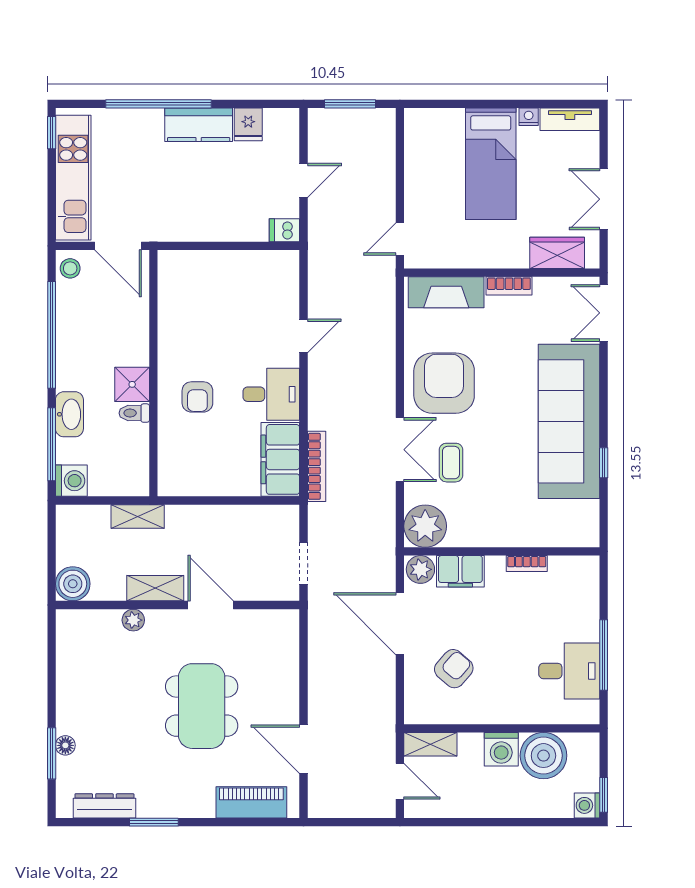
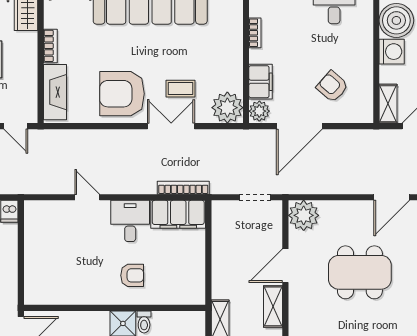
plant: (133, 620) -> (304, 215), moved, width x1.87, depth x1.87

